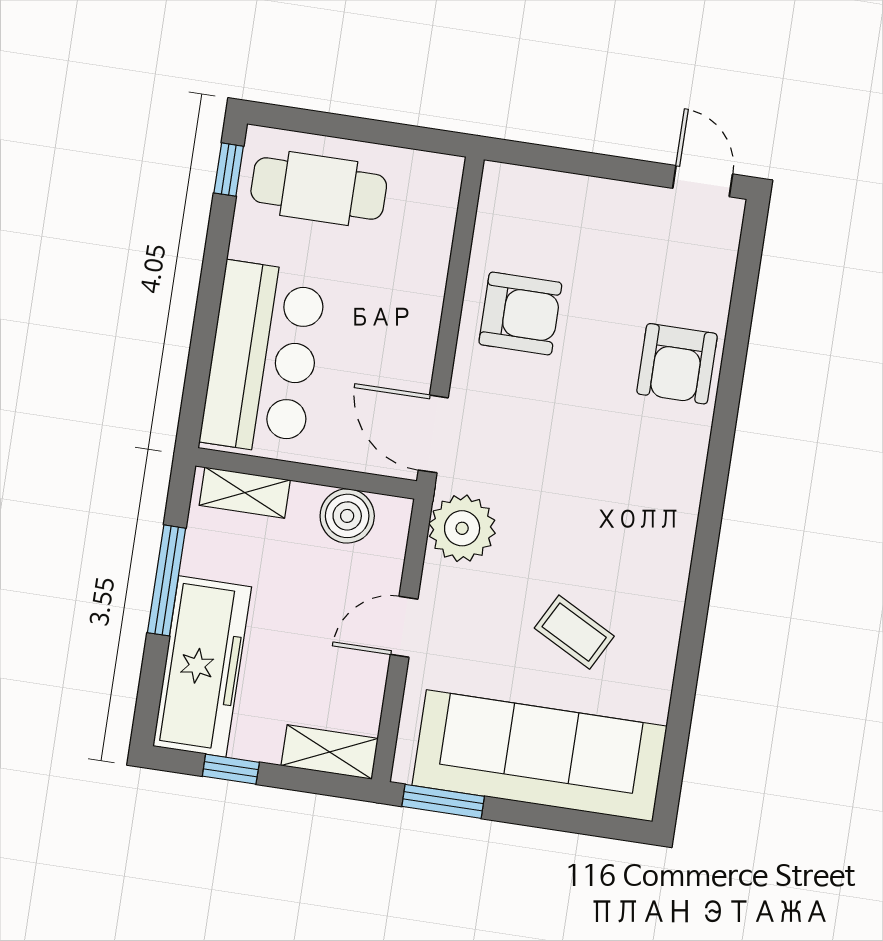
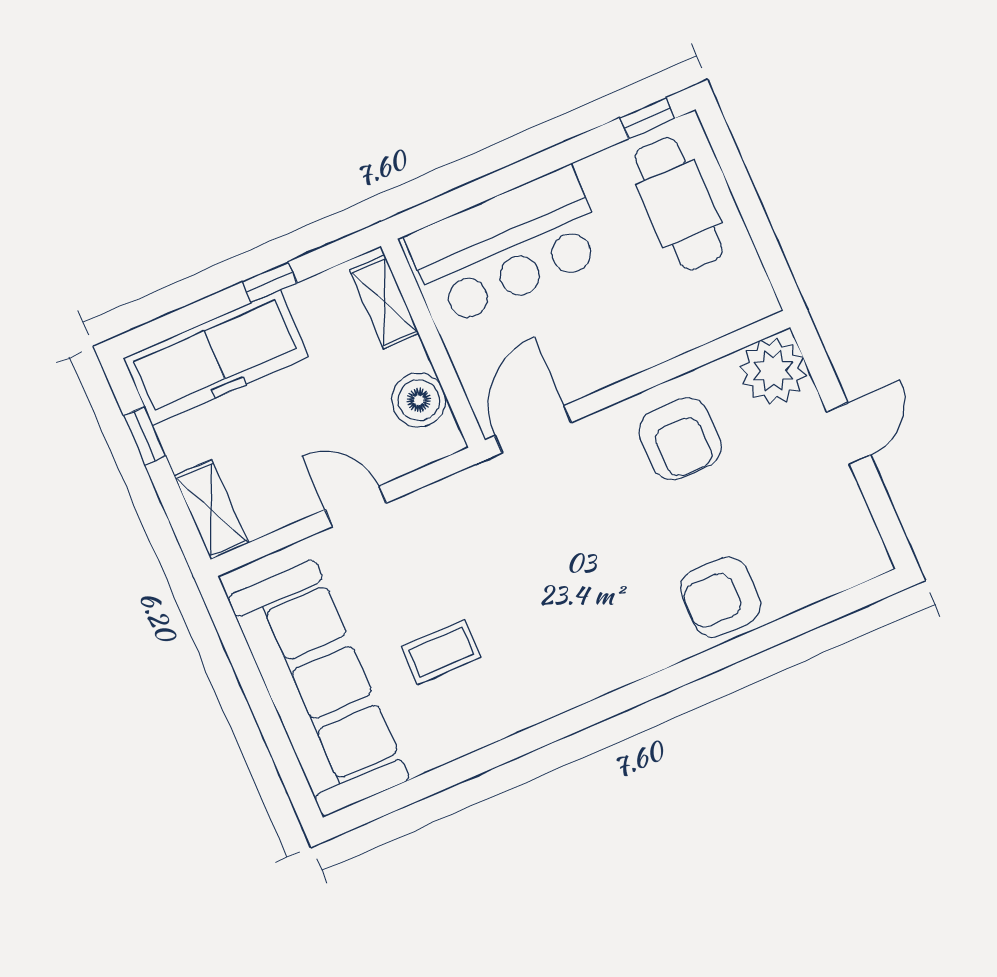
door: (703, 181) -> (849, 434), moved
plant: (462, 528) -> (773, 371), moved
window: (167, 580) -> (269, 282), width x0.46
coffee table: (574, 632) -> (441, 652), turned 62
window: (443, 801) -> (230, 631), removed

